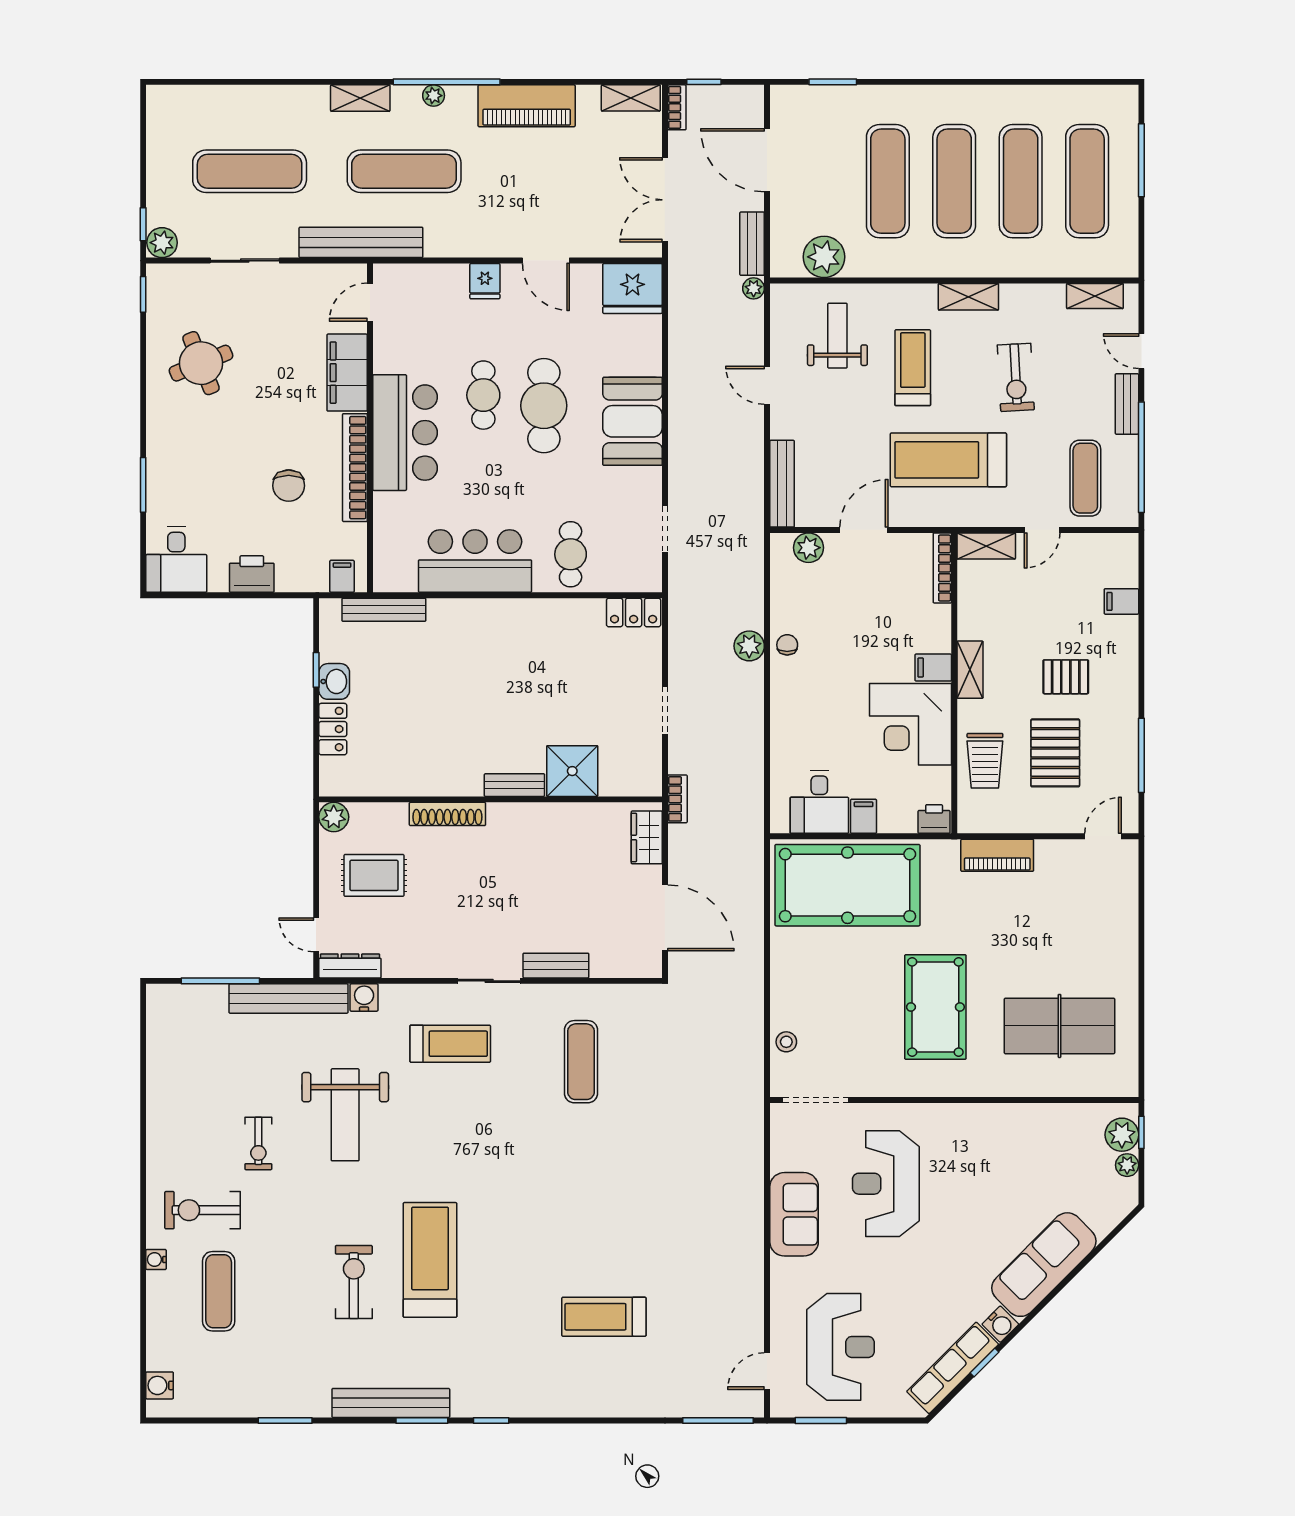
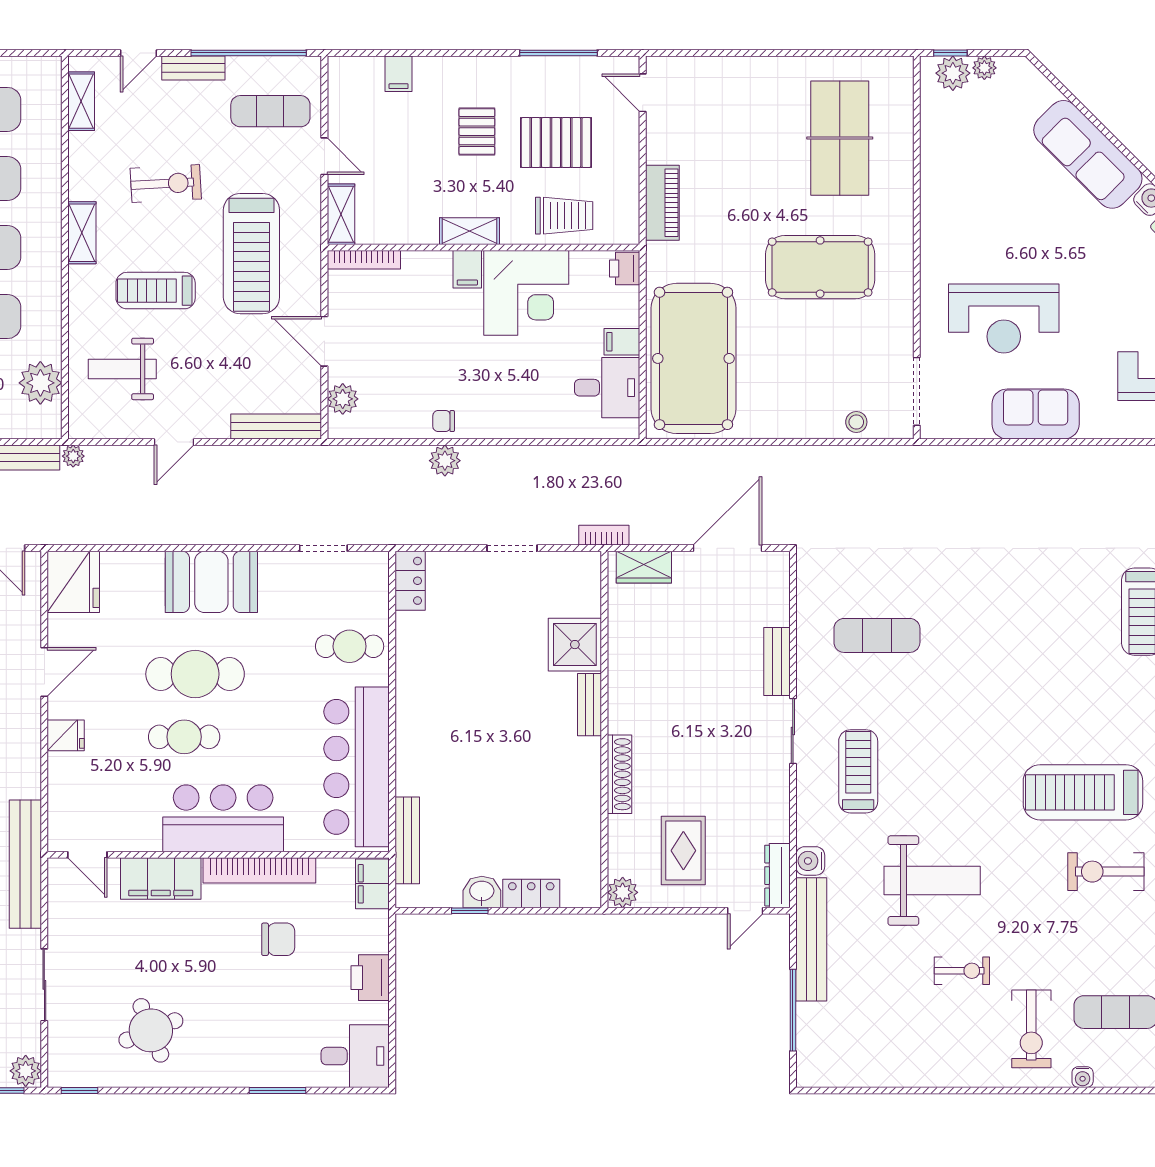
bar counter: (475, 561) -> (357, 767), width x1.36
filing cabinet: (342, 576) -> (372, 884), width x2.00

